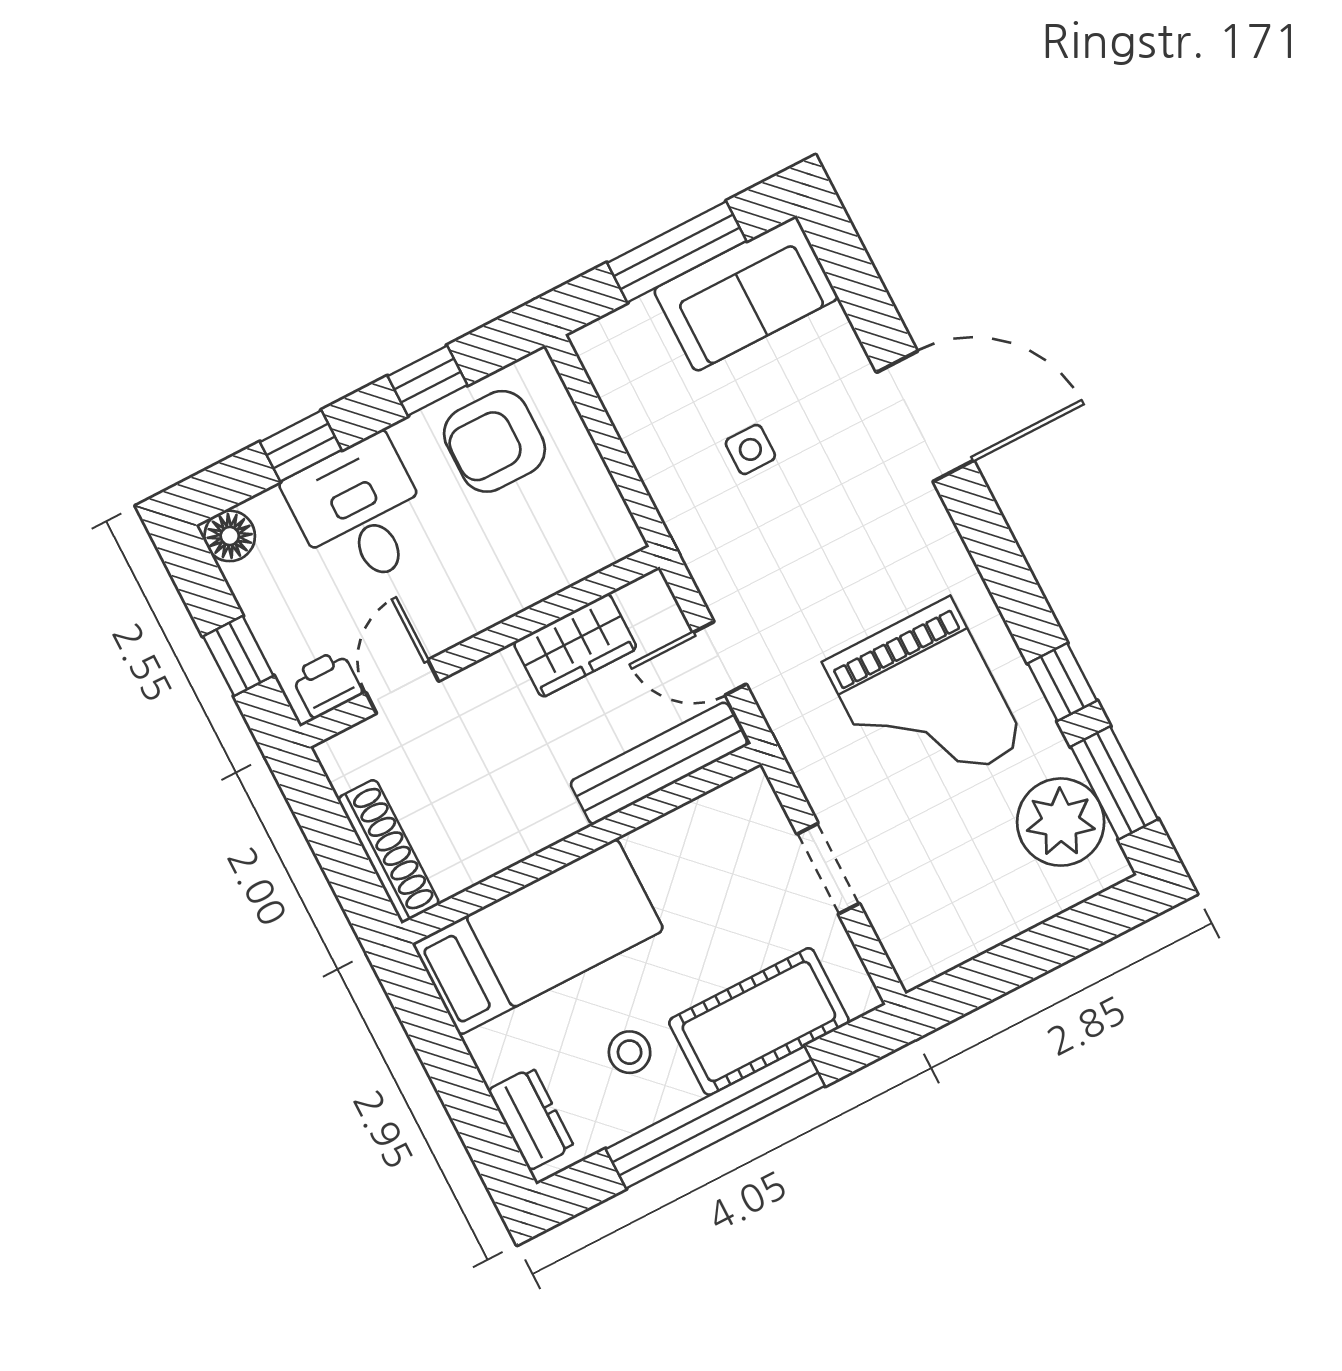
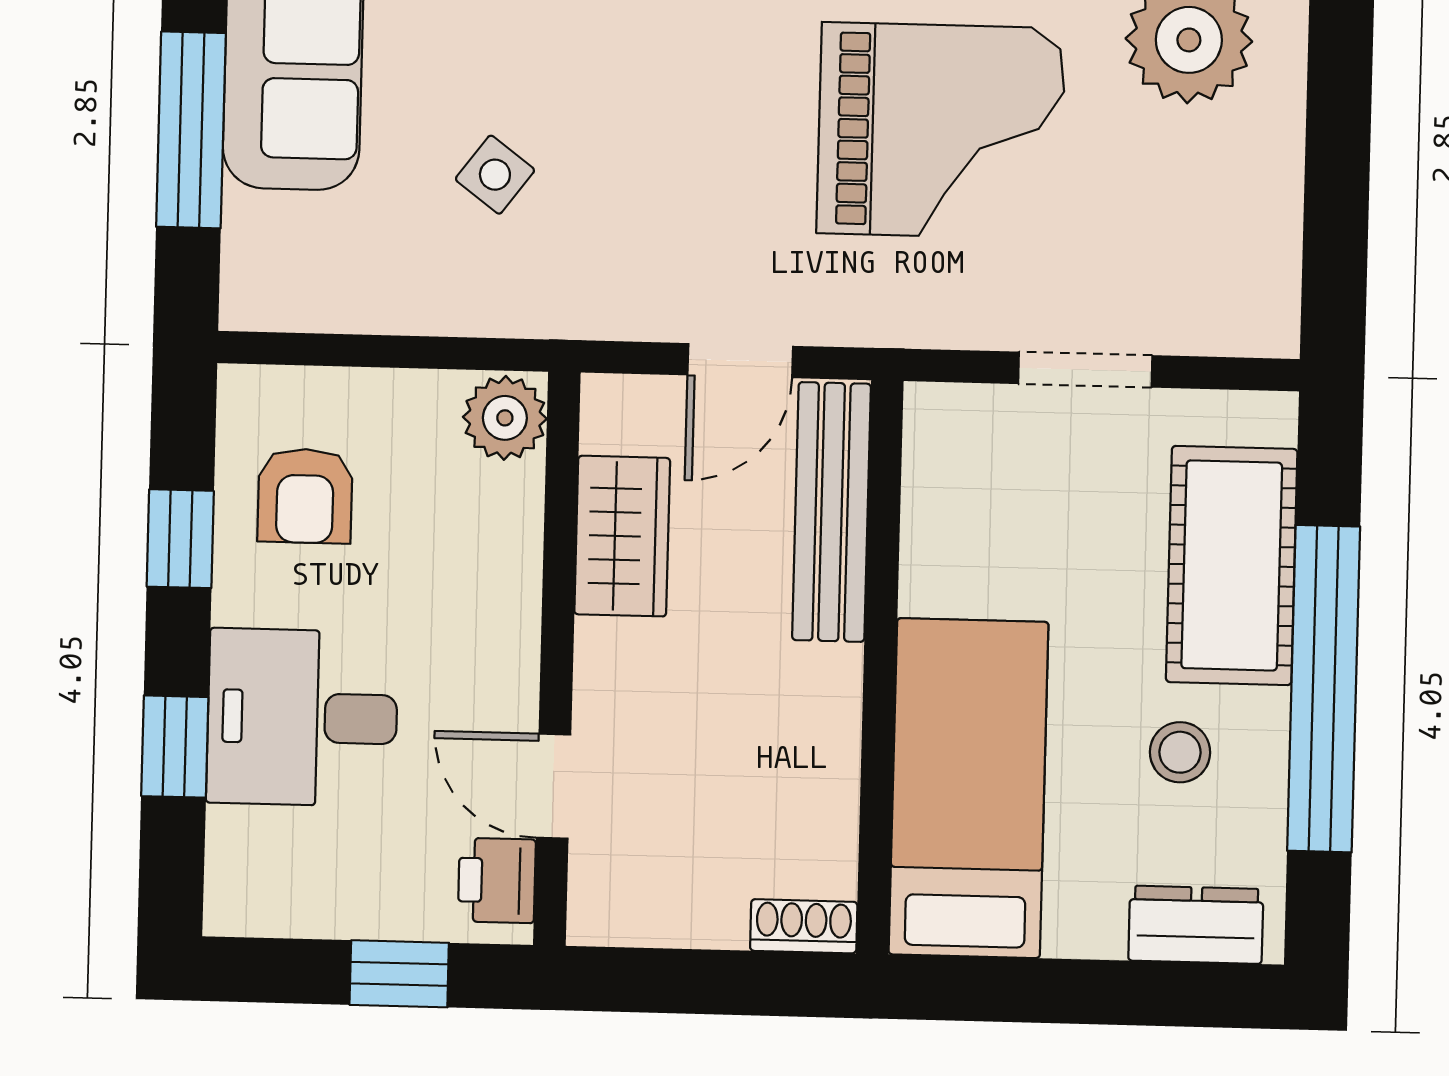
armchair: (494, 441) -> (305, 496), width x0.72, depth x0.72
side table: (750, 449) -> (495, 175), turned 37
floor lamp: (230, 536) -> (240, 901), removed
plant: (607, 536) -> (505, 418), added
shoe rack: (389, 851) -> (804, 926), width x0.51, depth x0.81

